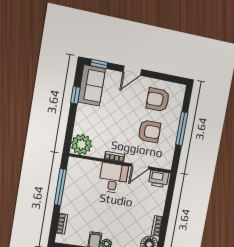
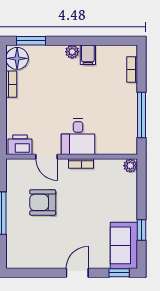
armchair: (158, 100) -> (39, 244), removed
plant: (81, 144) -> (130, 166), width x0.53, depth x0.53
door: (140, 166) -> (47, 157), swing flipped

